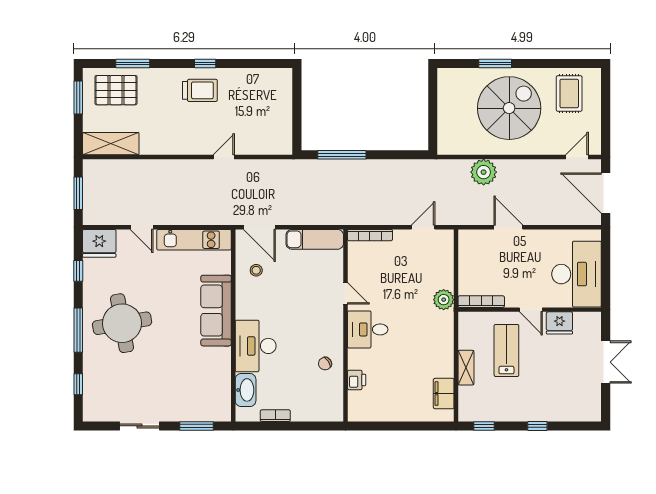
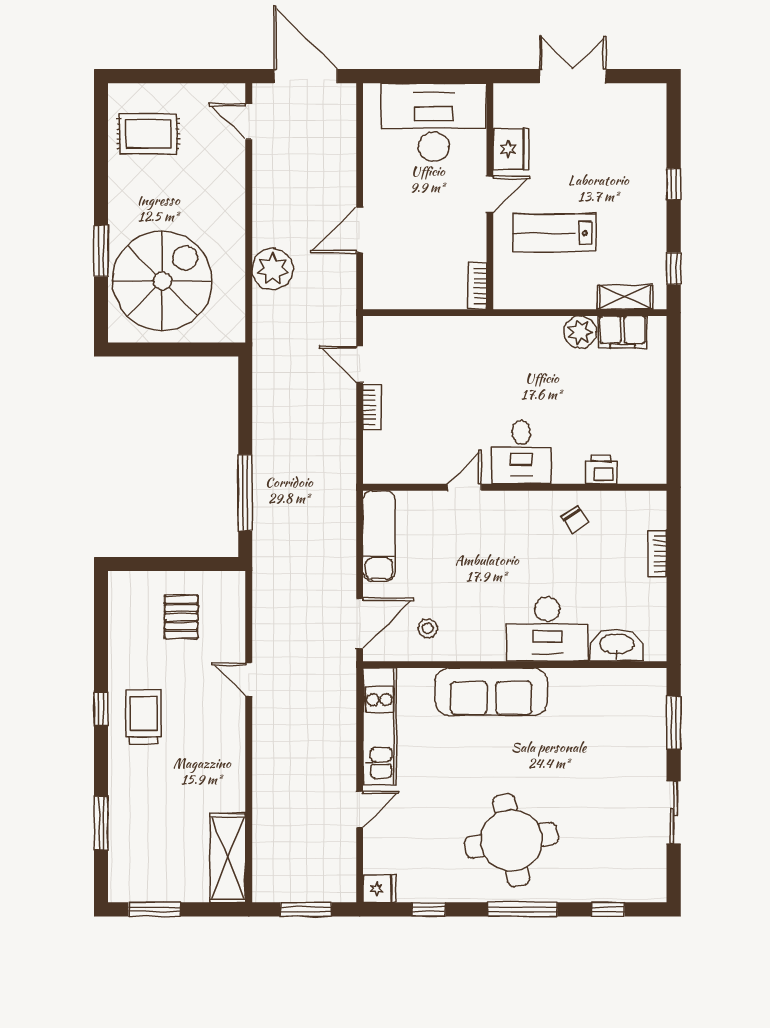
pallet: (116, 90) -> (181, 617), moved, width x0.67, depth x0.71
spiral stairs: (509, 108) -> (162, 281), moved, turned 90
door: (606, 193) -> (306, 76), swing flipped
bookcase: (370, 235) -> (372, 407), moved, width x0.64
fridge: (99, 243) -> (380, 889), width x0.53, depth x0.75
plant: (444, 300) -> (580, 332), moved
bookcase: (481, 302) -> (477, 286), width x0.64
shelving: (466, 368) -> (625, 297), moved
bookcase: (275, 416) -> (657, 554), moved

